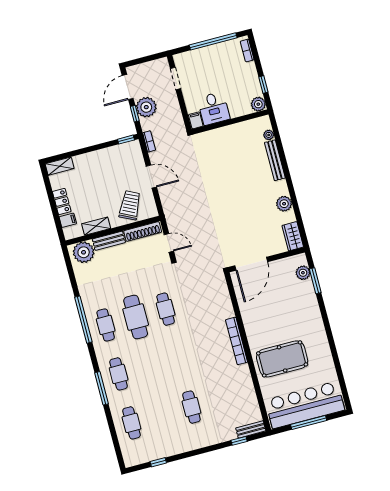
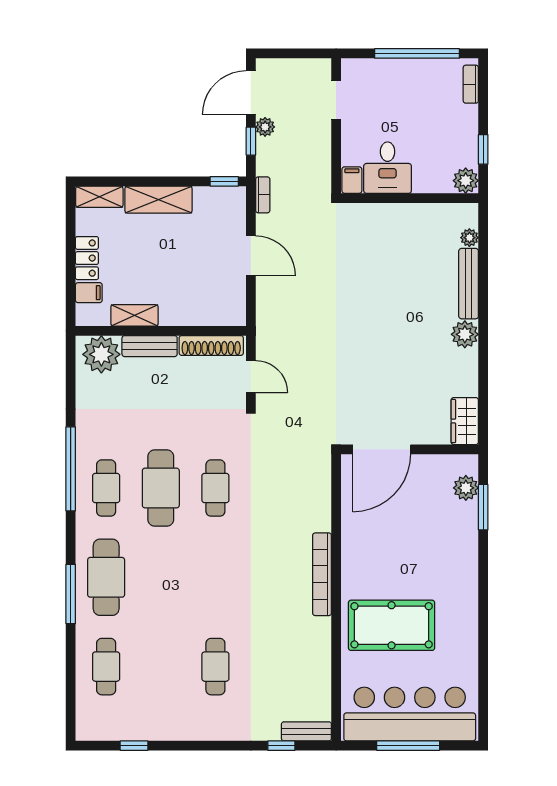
plant: (146, 107) -> (265, 127), width x0.53, depth x0.53
shelving: (93, 159) -> (159, 200), added
plant: (284, 204) -> (465, 334), moved
trolley: (130, 205) -> (202, 295), removed
cafe table: (119, 374) -> (106, 577), width x1.37, depth x1.35

